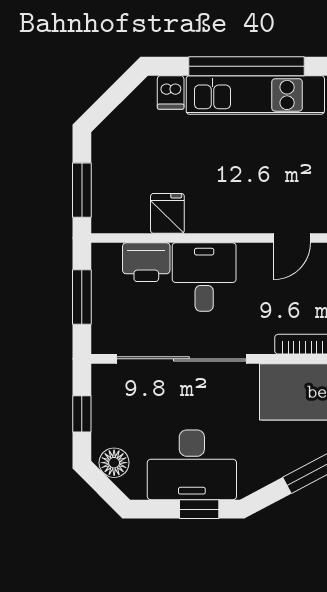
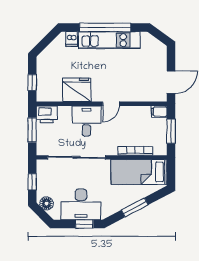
window: (82, 190) -> (32, 82), width x0.67
fridge: (167, 213) -> (77, 90), width x1.88, depth x1.34
door: (292, 238) -> (111, 104), moved
printer: (146, 262) -> (47, 114), moved

